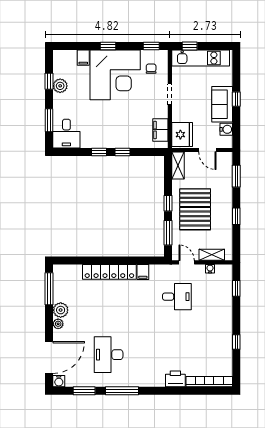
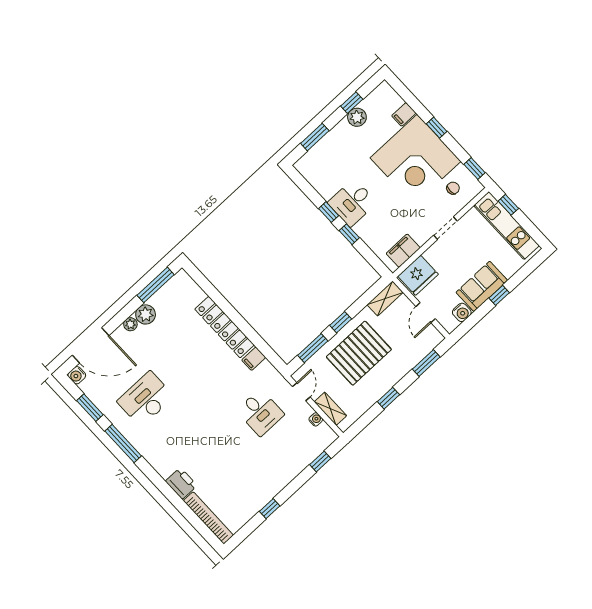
desk: (66, 134) -> (352, 203), moved

